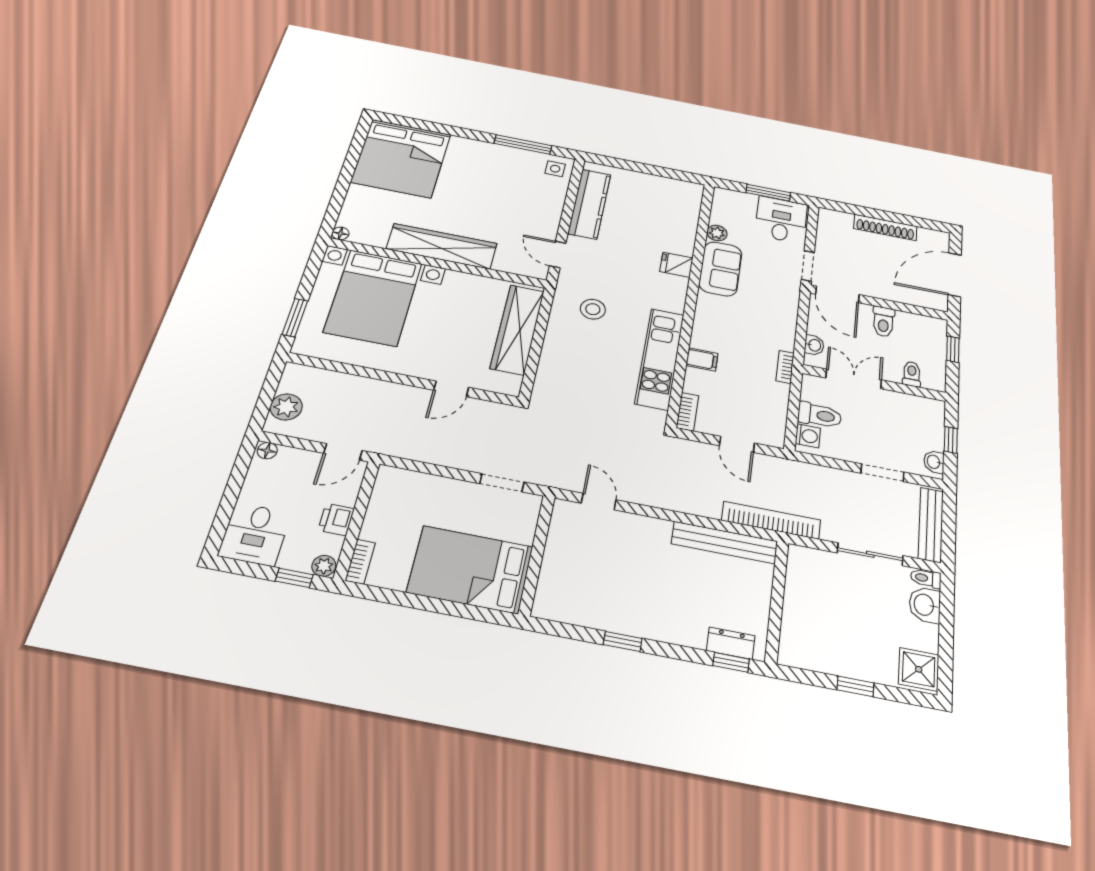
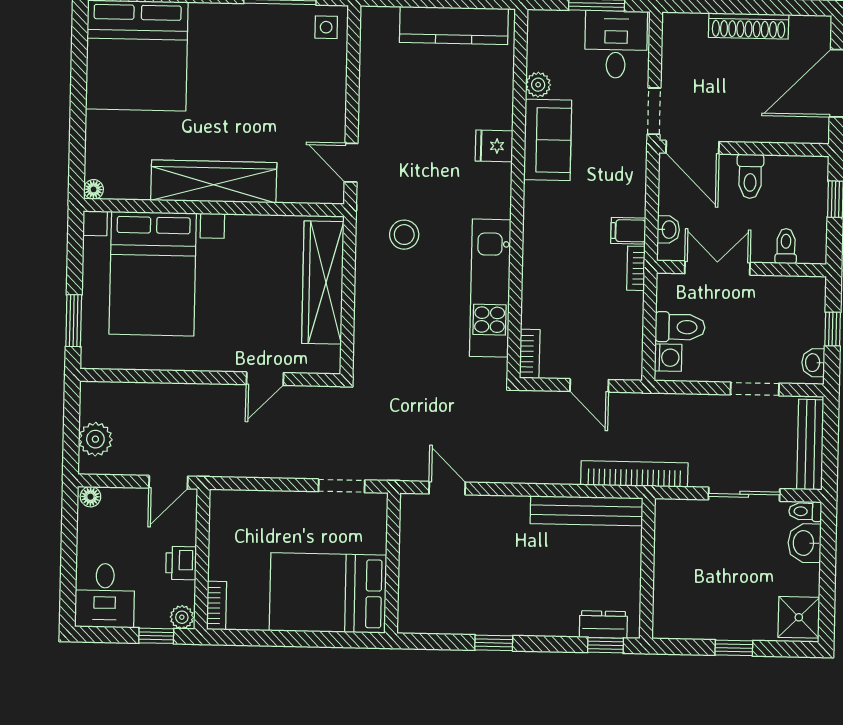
kitchen counter: (589, 204) -> (454, 26), moved, turned 90
filing cabinet: (702, 359) -> (628, 231), moved, turned 180

